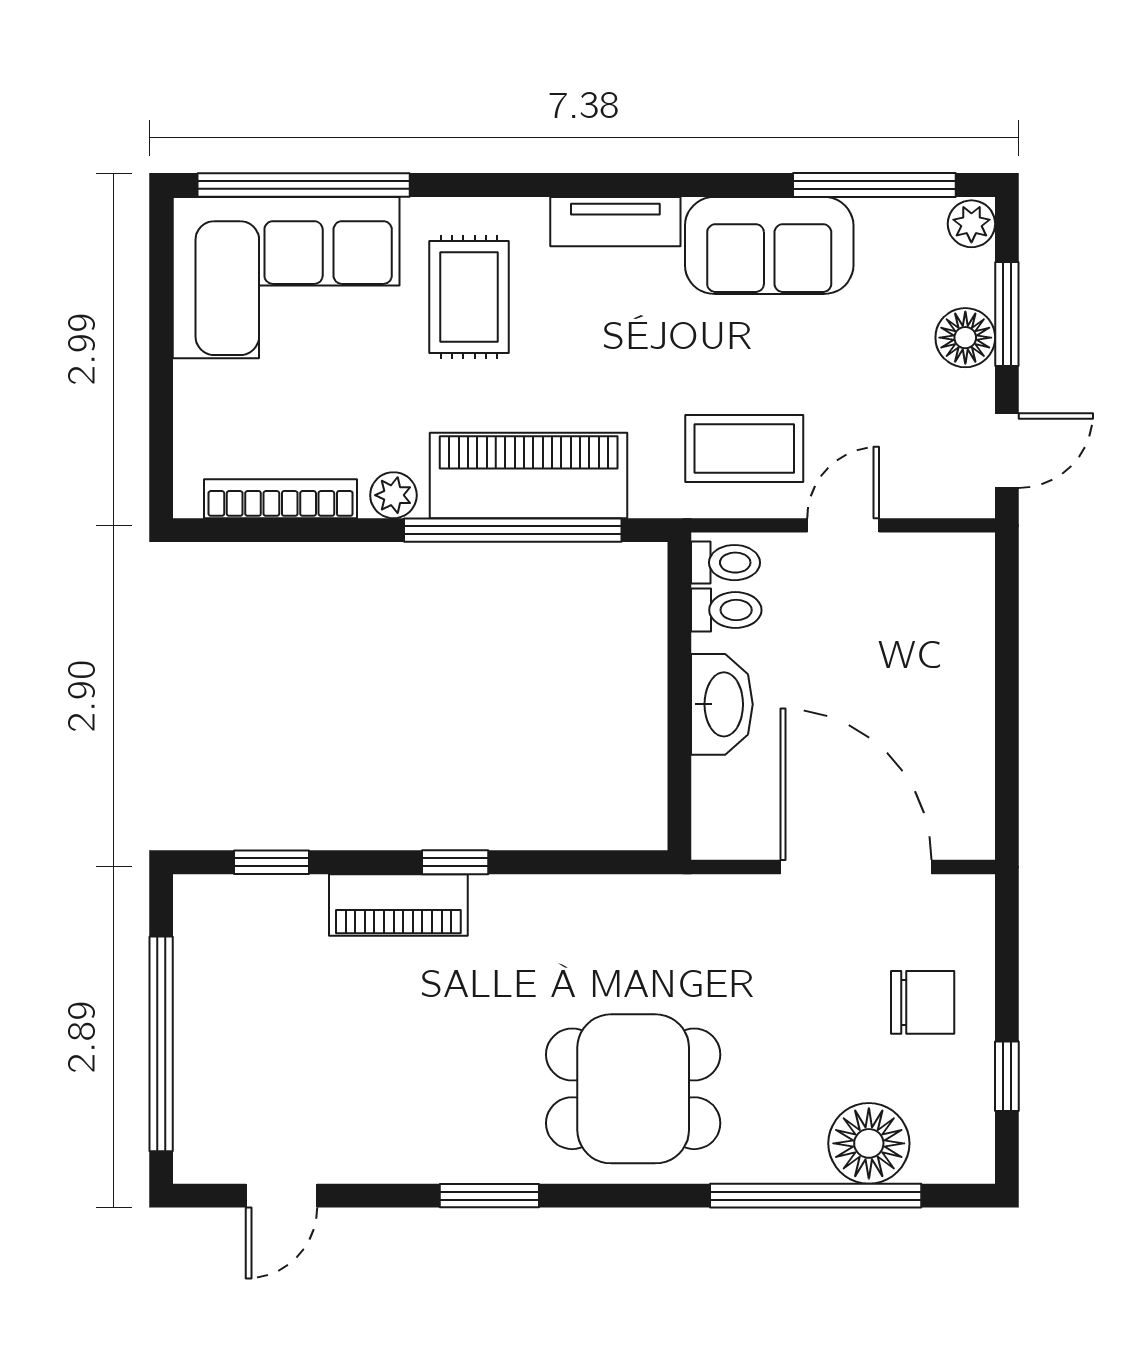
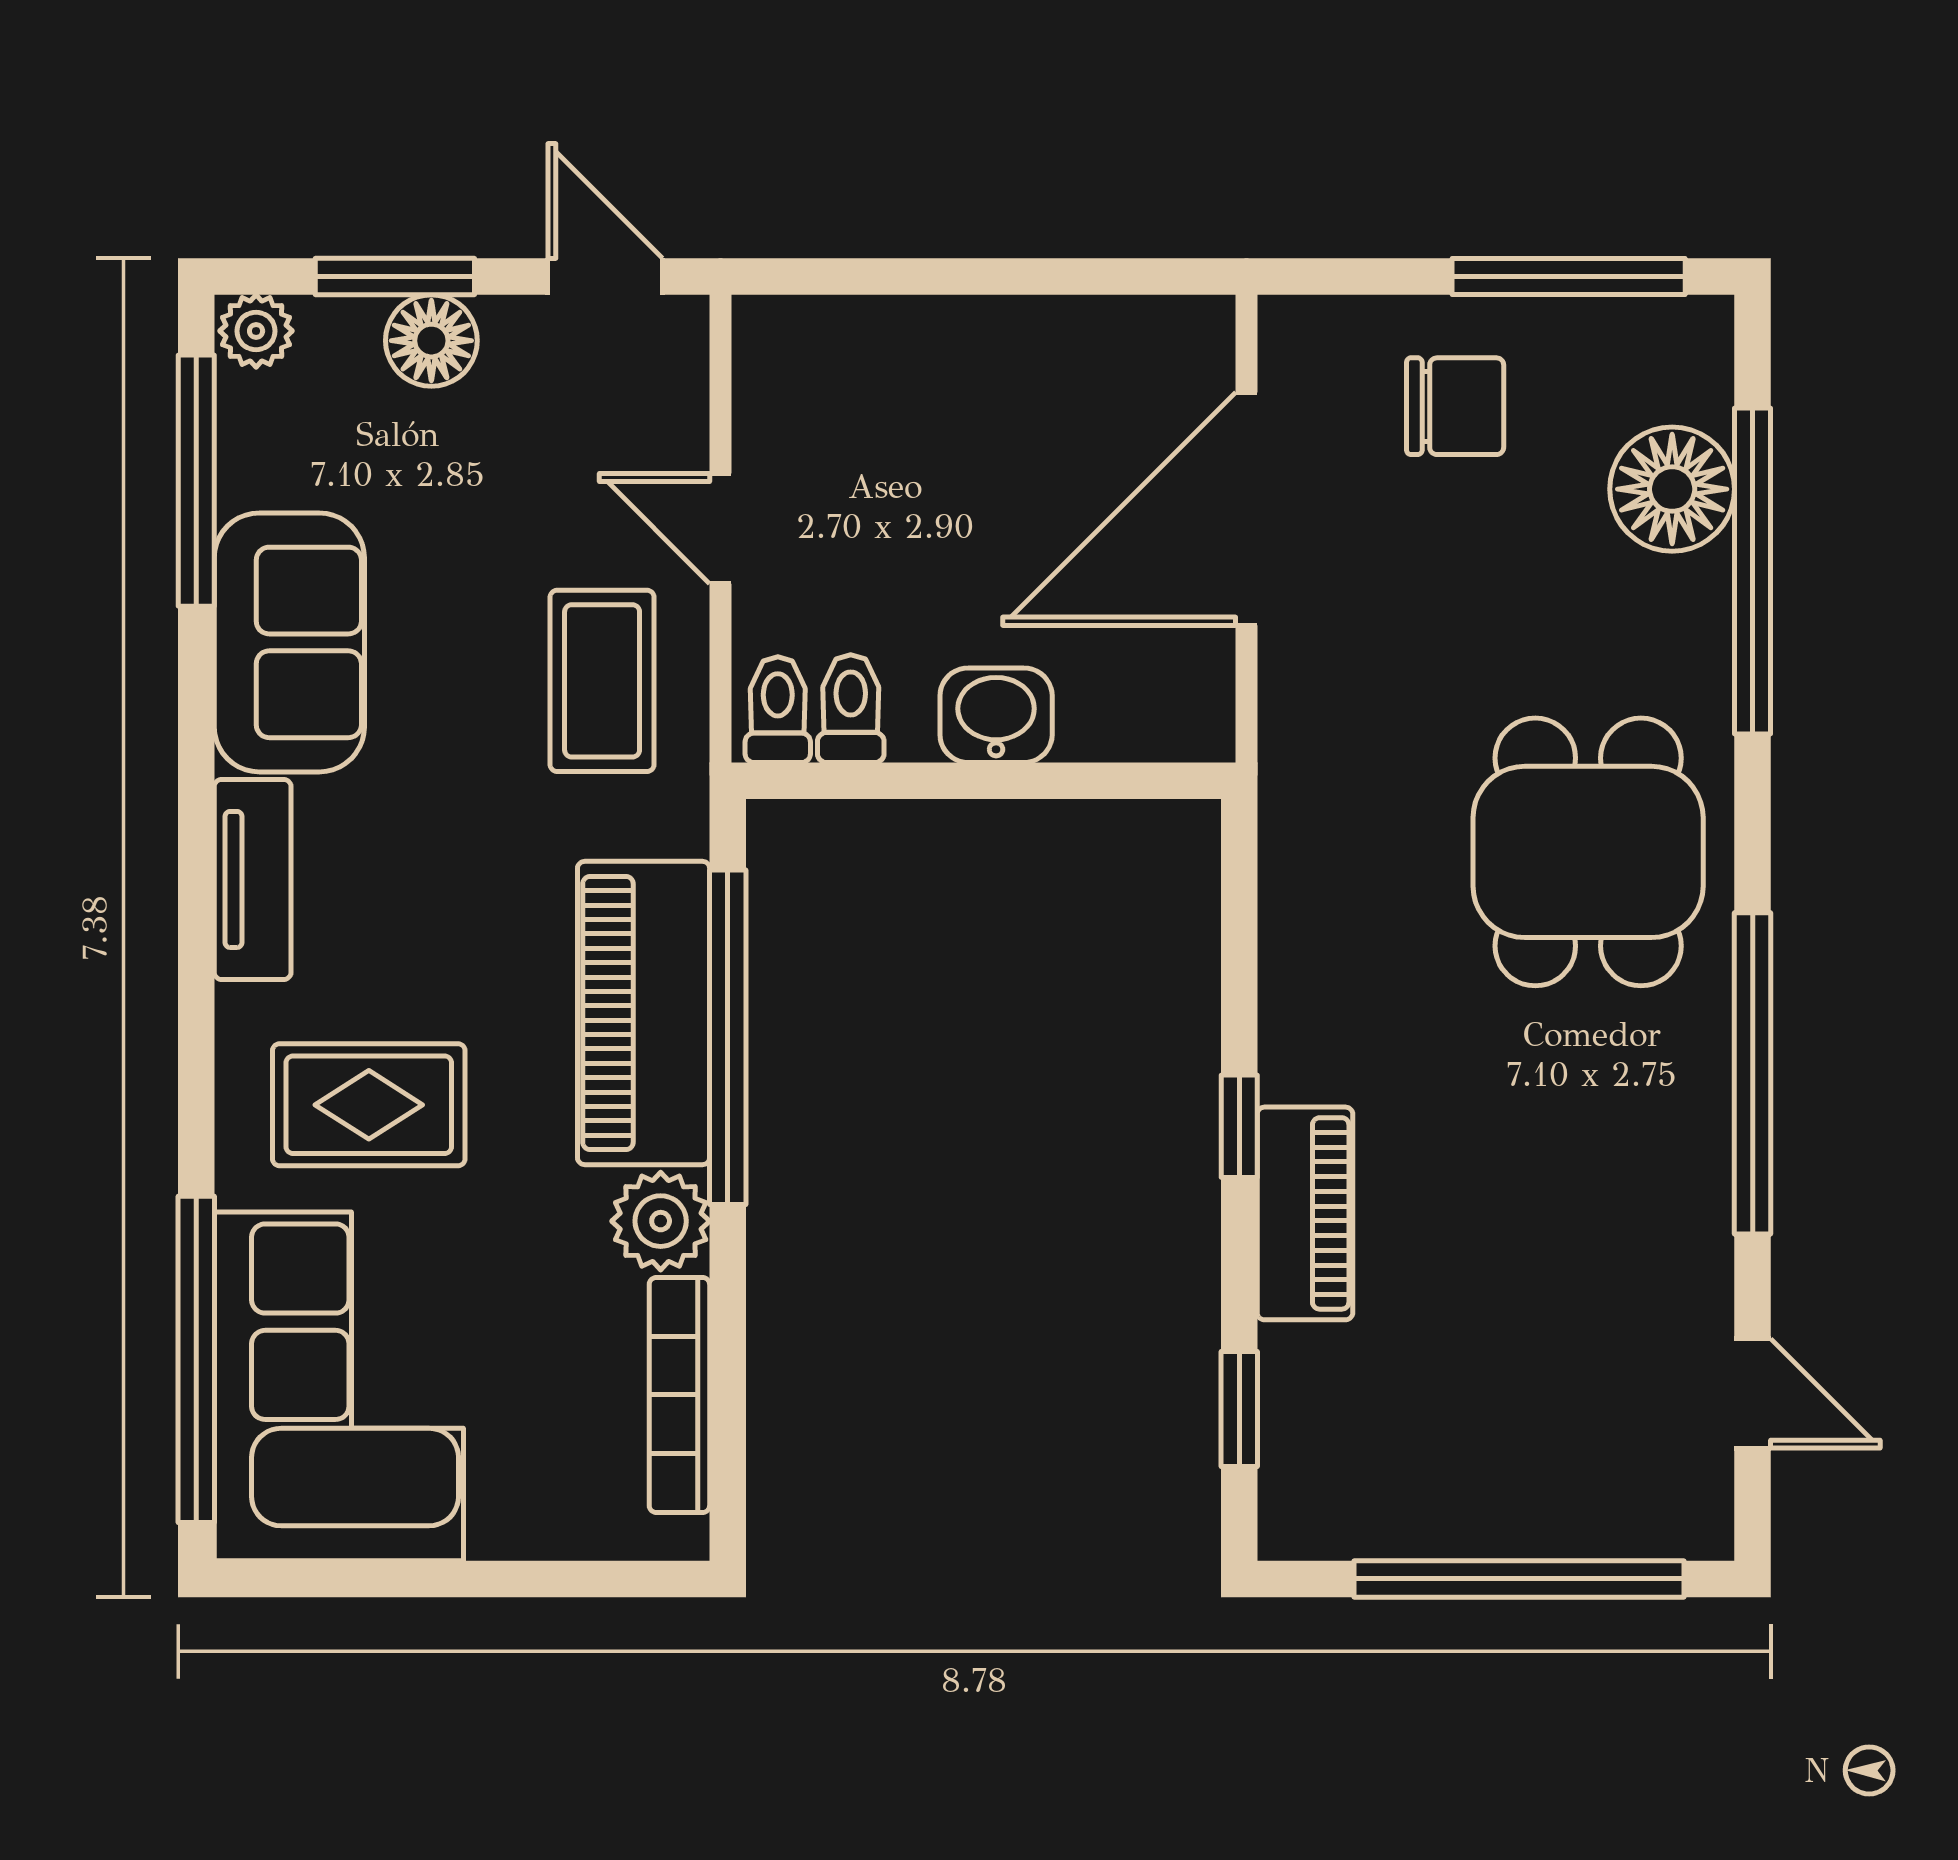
plant: (393, 495) -> (661, 1221), width x1.38, depth x1.38
washbasin: (722, 704) -> (996, 715), width x0.72
chair: (923, 1002) -> (1455, 406), turned 90
window: (1007, 1076) -> (1569, 277), width x2.17
window: (489, 1196) -> (1753, 1073), width x2.11

